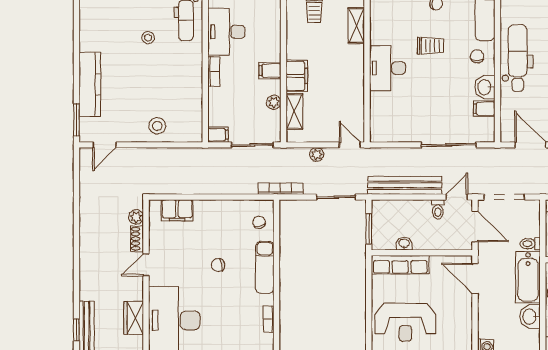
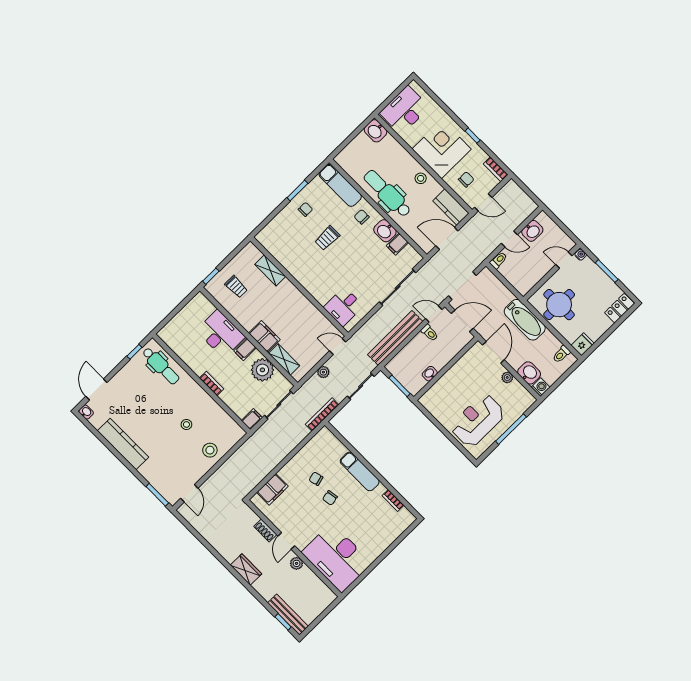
desk: (226, 32) -> (221, 334), moved, turned 180
stool: (148, 38) -> (186, 424), moved
trolley: (431, 46) -> (327, 238), turned 180
desk: (388, 68) -> (344, 307), moved, width x0.73
kitchen counter: (90, 84) -> (123, 444), moved
plant: (274, 102) -> (262, 370), width x1.87, depth x1.87
door: (457, 197) -> (434, 314), hinge flipped
plant: (136, 217) -> (297, 563), moved
chair: (259, 222) -> (316, 479), moved
toilet: (530, 244) -> (561, 354), moved
row of seats: (400, 265) -> (440, 389), removed
door: (475, 279) -> (493, 352), swing flipped
plant: (466, 311) -> (507, 377), added
washbasin: (530, 317) -> (529, 373), moved, turned 180
wardrobe: (134, 318) -> (246, 569), moved, turned 180
reception desk: (405, 322) -> (478, 420), turned 180

